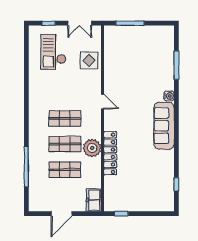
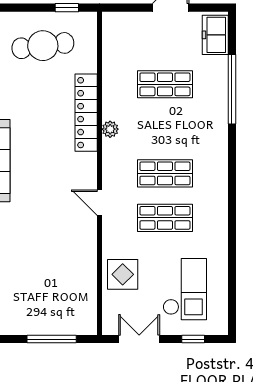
shop shelf: (65, 144) -> (165, 218), moved
plant: (92, 148) -> (110, 129), width x0.53, depth x0.53
cafe table: (135, 192) -> (43, 46), added
freezer: (94, 200) -> (215, 35), moved, turned 180

